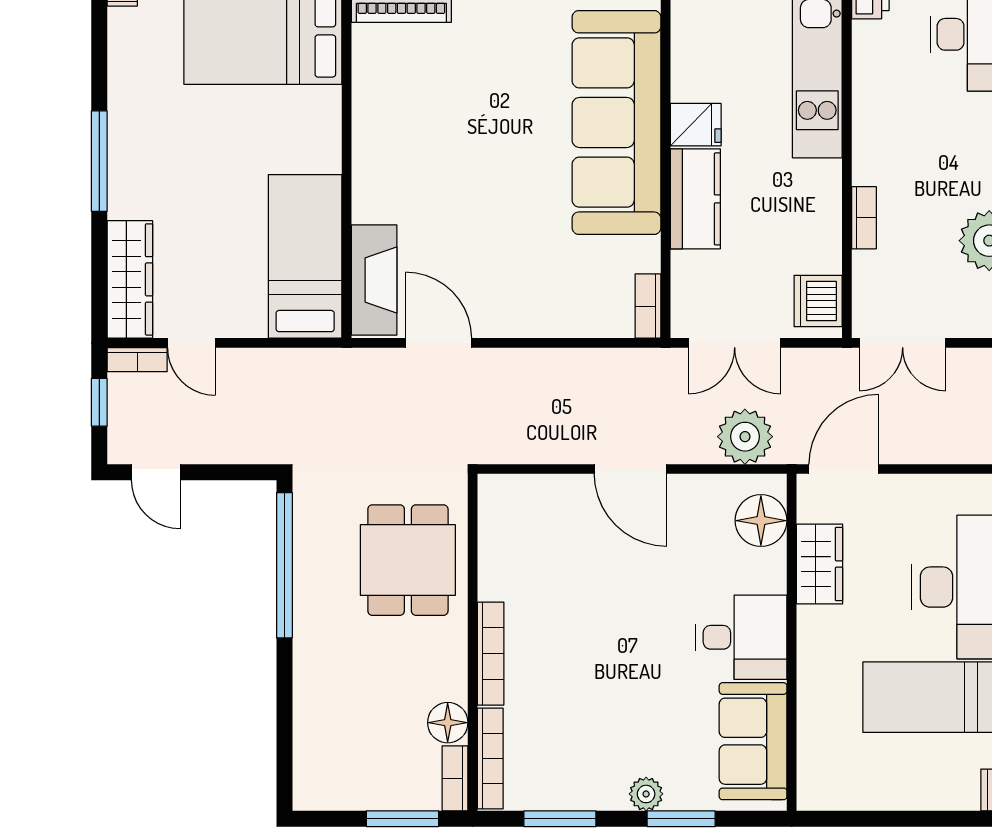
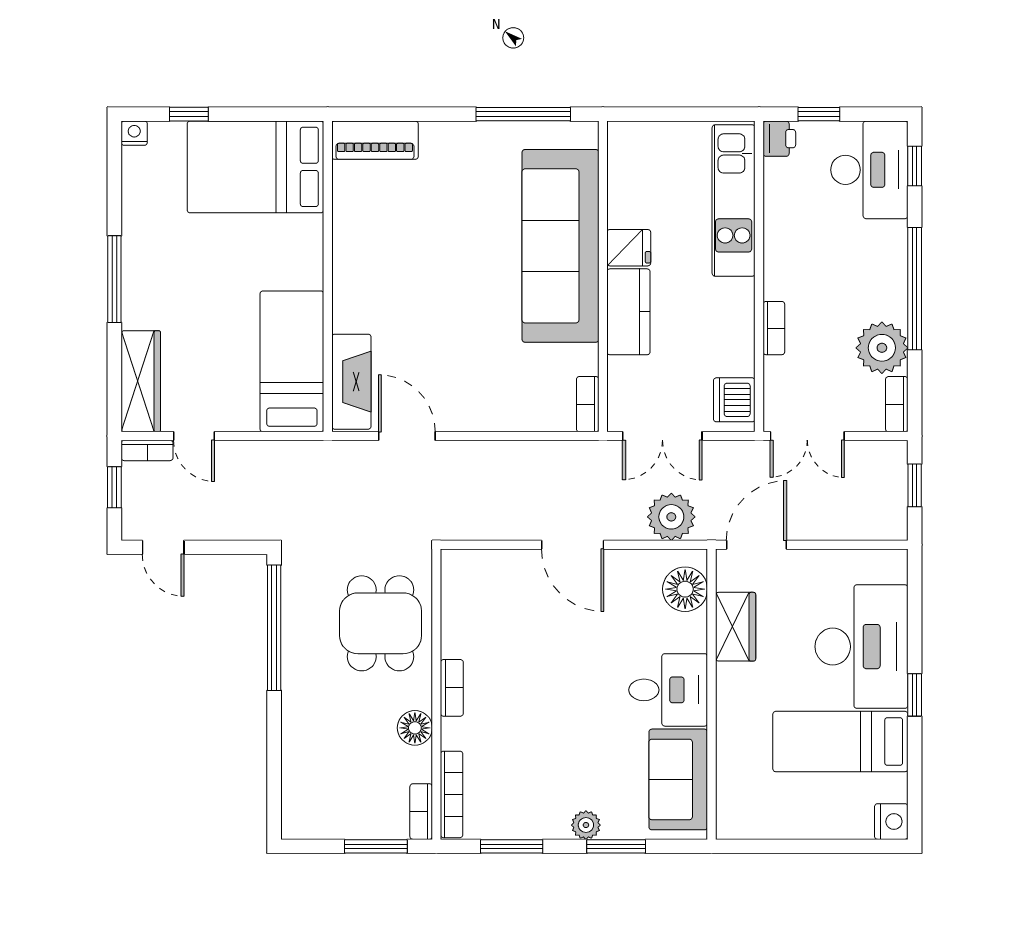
bookcase: (491, 654) -> (452, 688), width x0.64
floor lamp: (448, 723) -> (415, 728), moved

